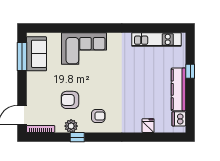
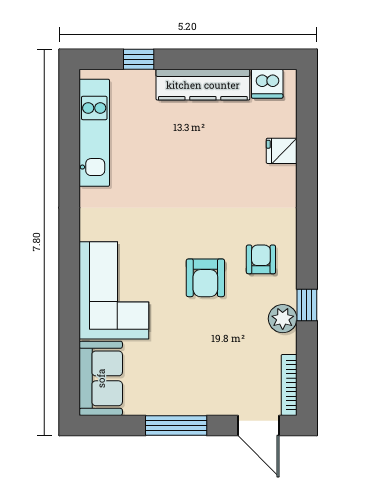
sofa: (36, 54) -> (101, 378), moved, turned 90
window: (22, 57) -> (176, 426), moved
window: (190, 71) -> (139, 59), moved
armchair: (70, 100) -> (205, 278), moved

